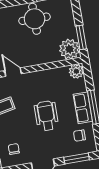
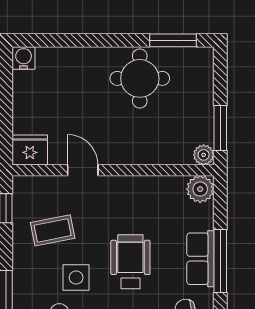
plant: (69, 49) -> (204, 155), width x0.53, depth x0.53
side table: (19, 129) -> (76, 278), added

